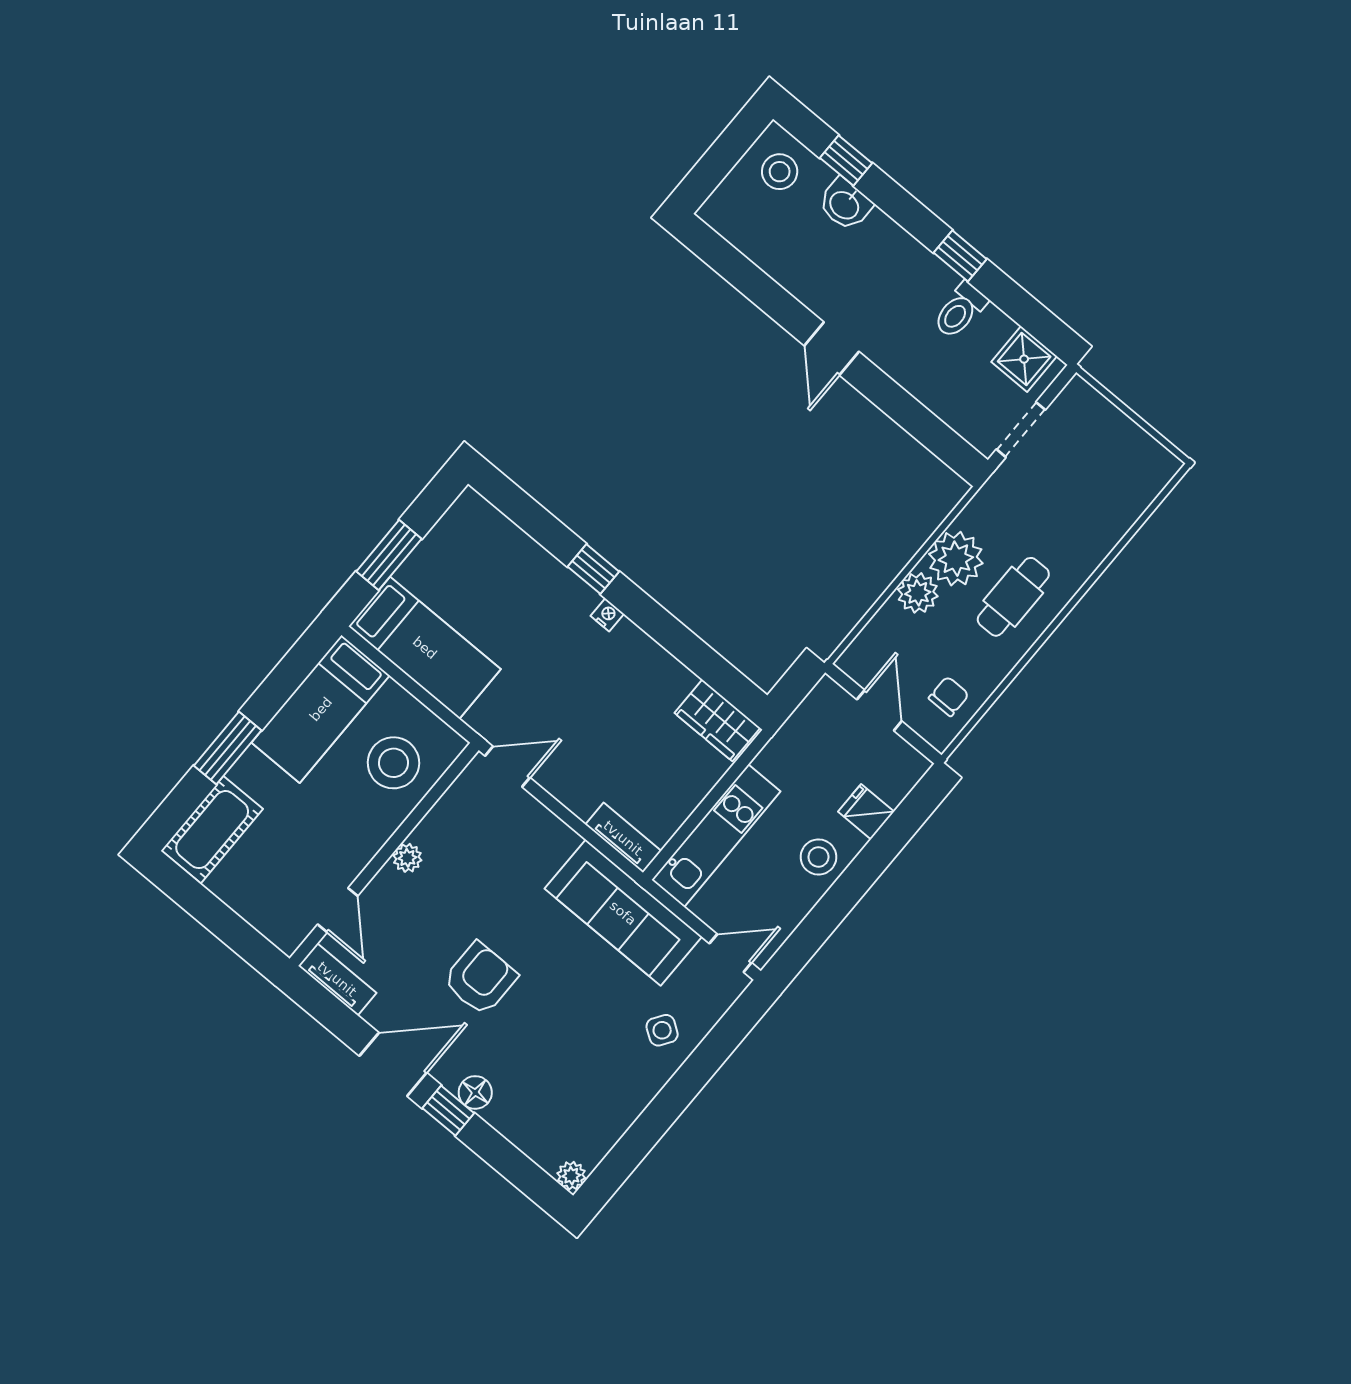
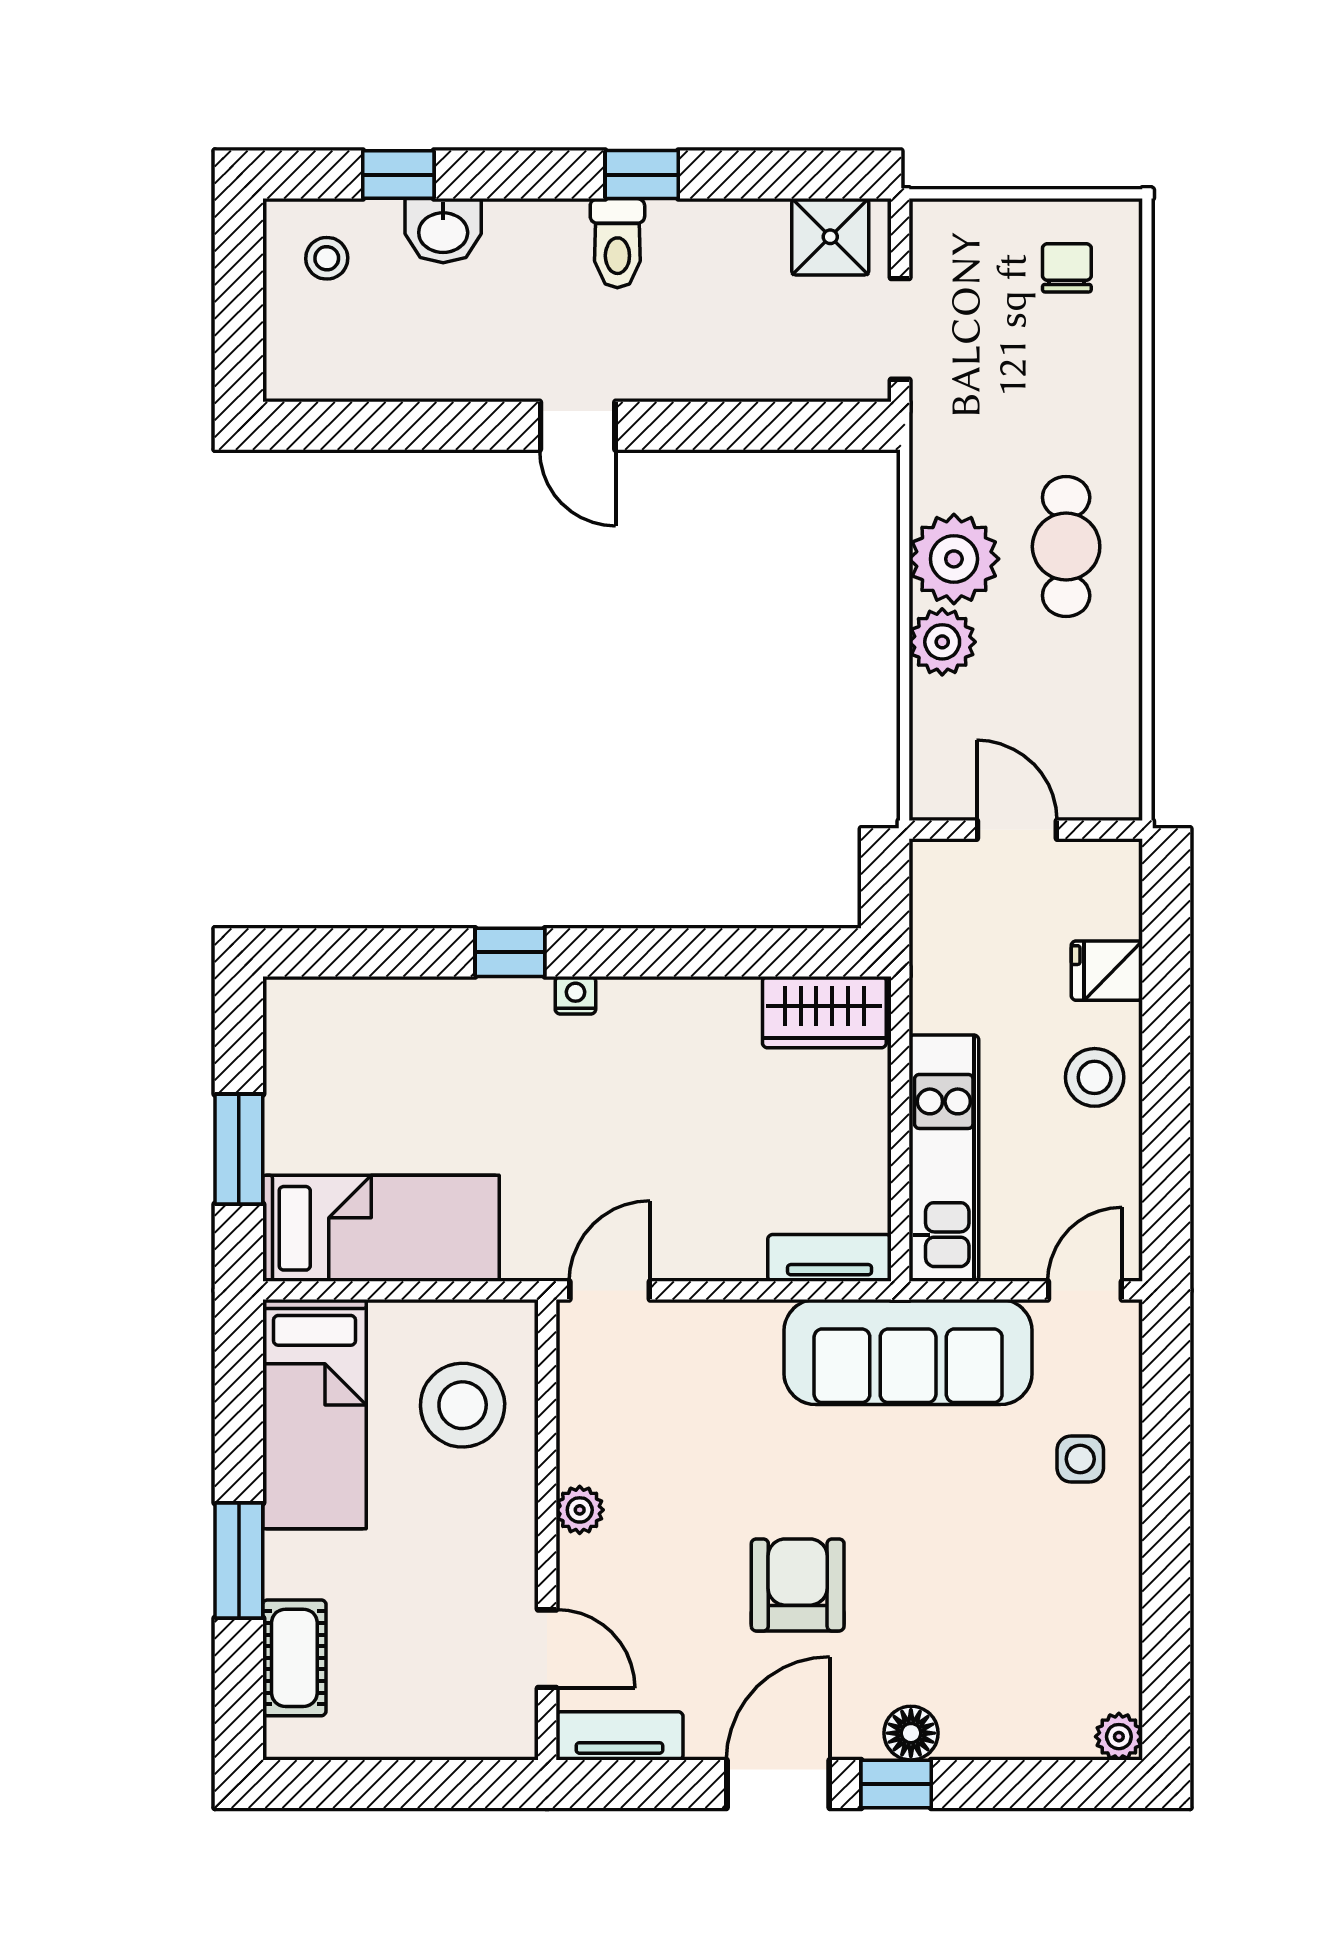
stool: (780, 172) -> (327, 258), width x0.73, depth x0.73
toilet: (960, 310) -> (617, 243), moved
chair: (949, 696) -> (1067, 268), moved
cot: (212, 830) -> (294, 1658), width x0.73, depth x0.75
side table: (662, 1030) -> (1080, 1459), turned -34

